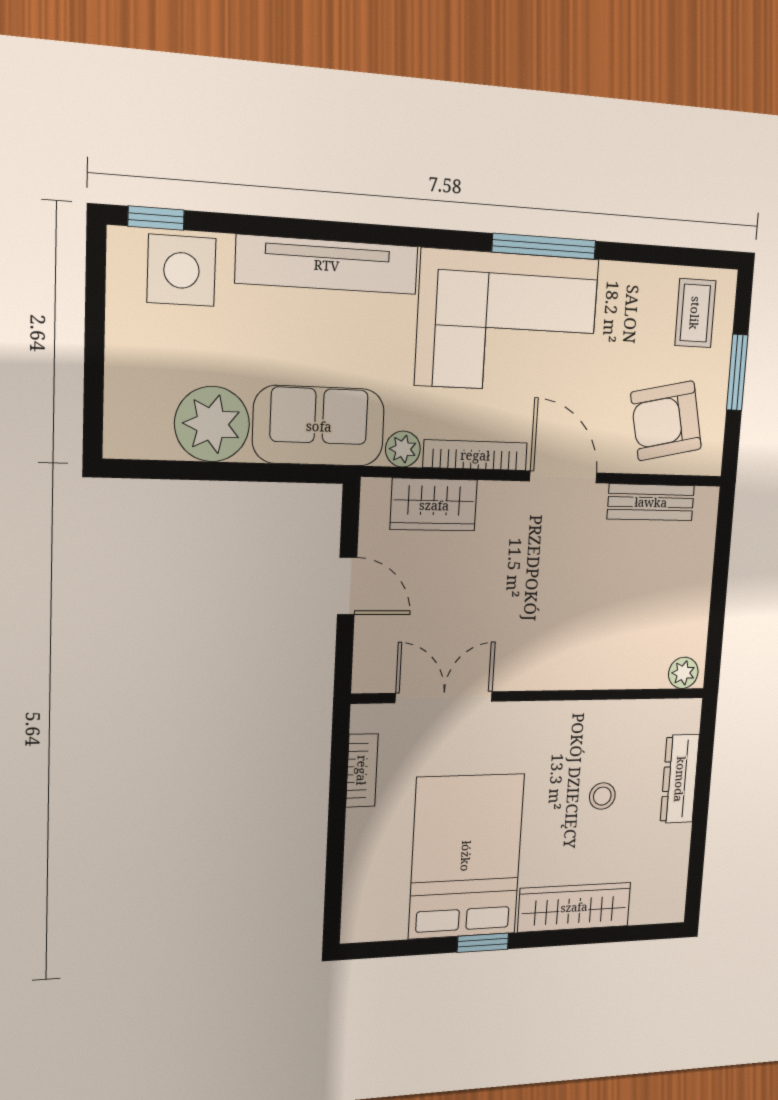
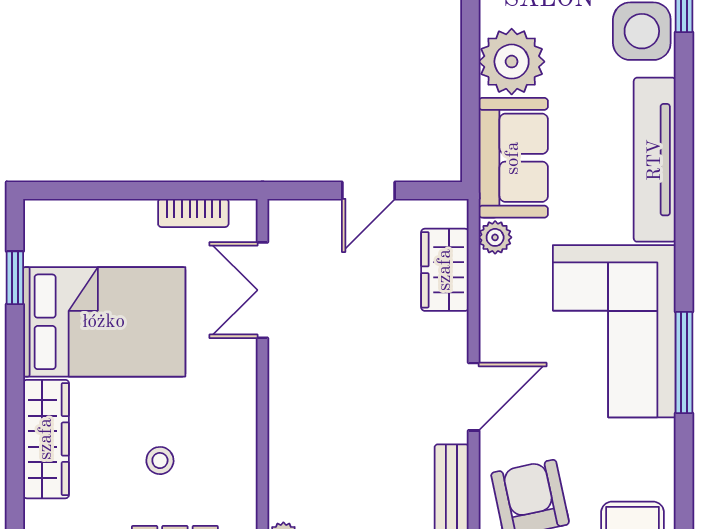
bookcase: (475, 455) -> (492, 308), removed
double door: (444, 697) -> (263, 290), swing flipped
window: (483, 943) -> (15, 278), moved

